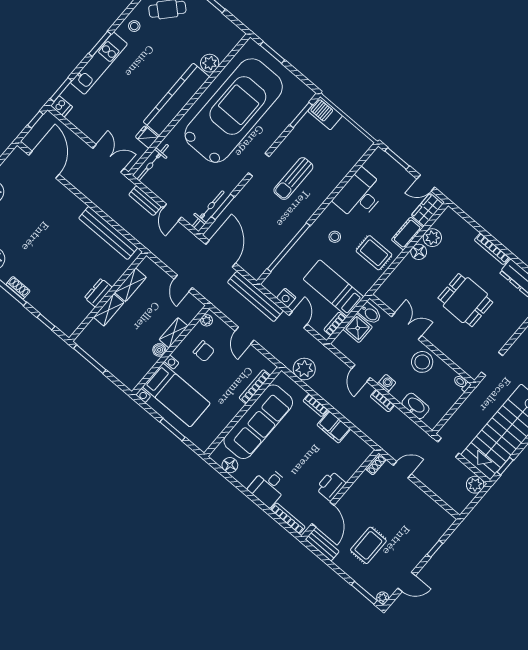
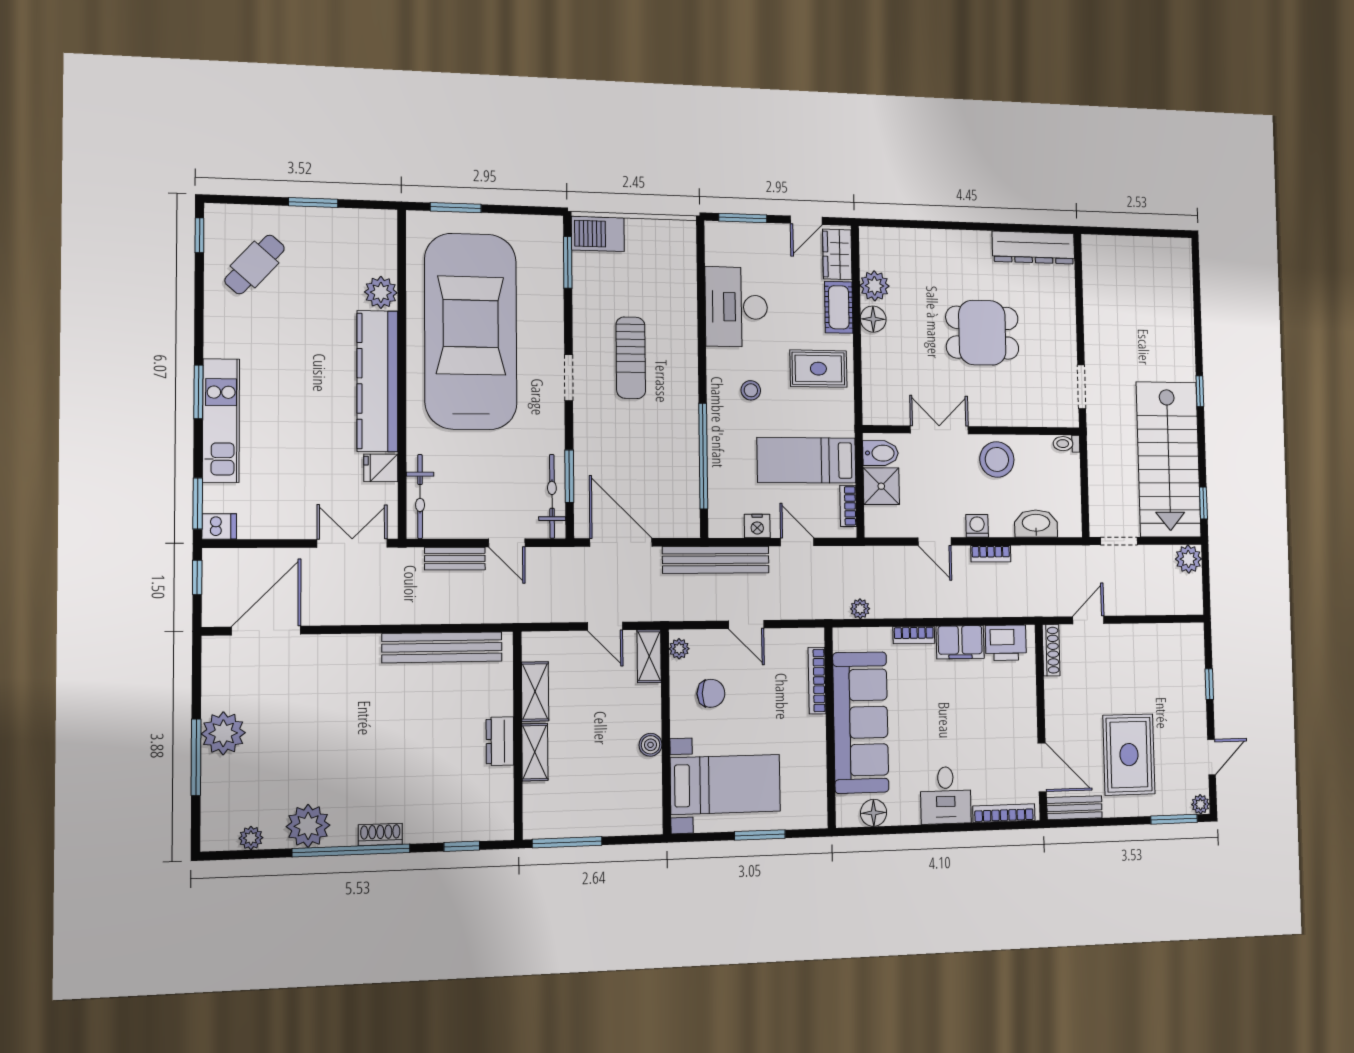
stool: (134, 26) -> (227, 326), removed
door: (44, 165) -> (266, 631), hinge flipped
bookcase: (492, 249) -> (959, 238), removed
shelving: (174, 333) -> (649, 656), moved
plant: (304, 369) -> (860, 609), width x0.53, depth x0.53
shoe rack: (376, 464) -> (1051, 650), width x1.43
printer: (331, 486) -> (1006, 643), moved, turned -90
rug: (368, 545) -> (1129, 755), width x1.36, depth x1.43

